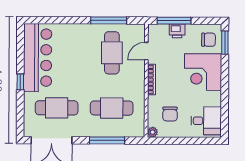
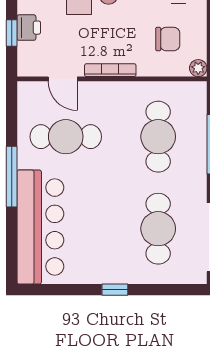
window: (109, 20) -> (12, 177), moved
window: (174, 21) -> (12, 33), width x0.46
bar counter: (38, 58) -> (40, 227), moved, turned 90

